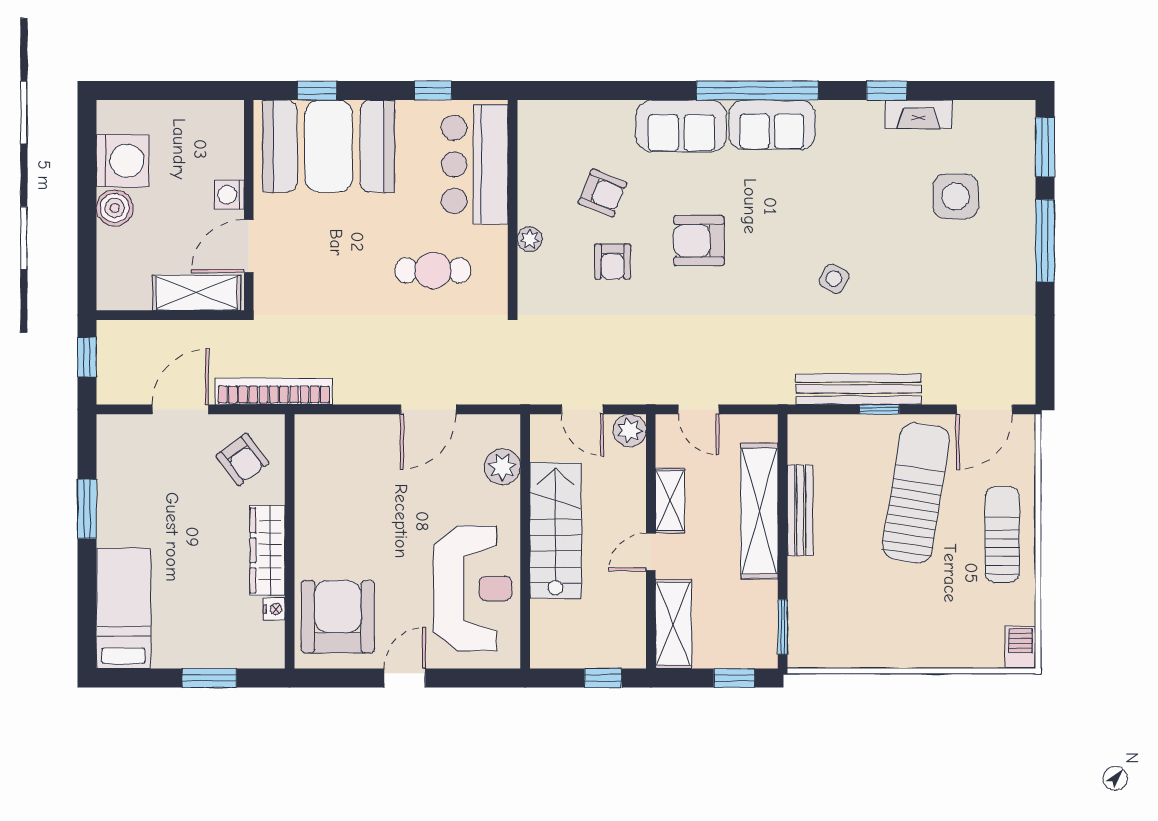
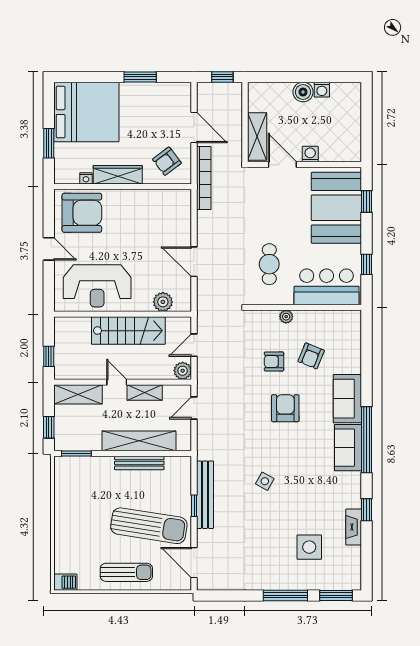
washing machine: (123, 161) -> (322, 90), width x0.53, depth x0.53
bed: (123, 608) -> (86, 112), width x2.04

